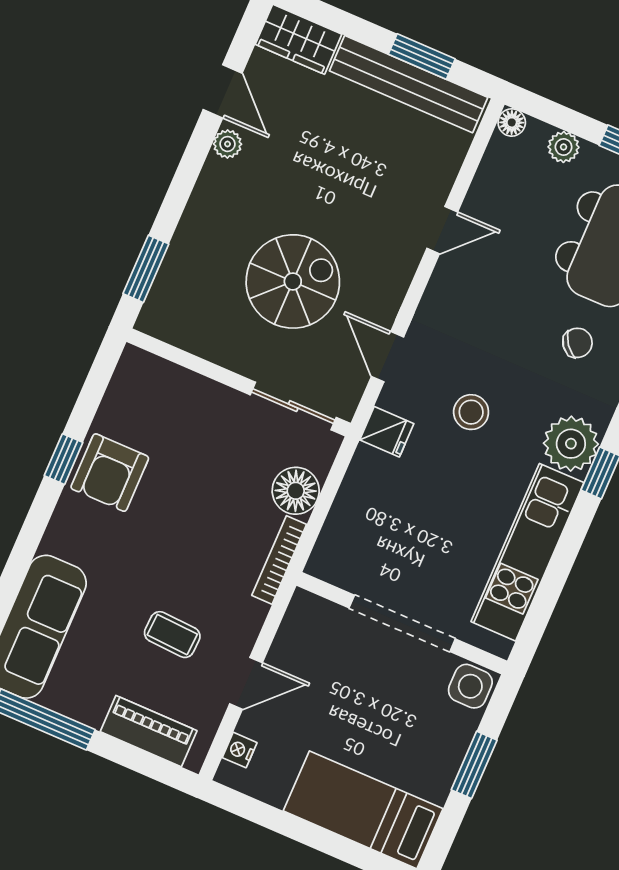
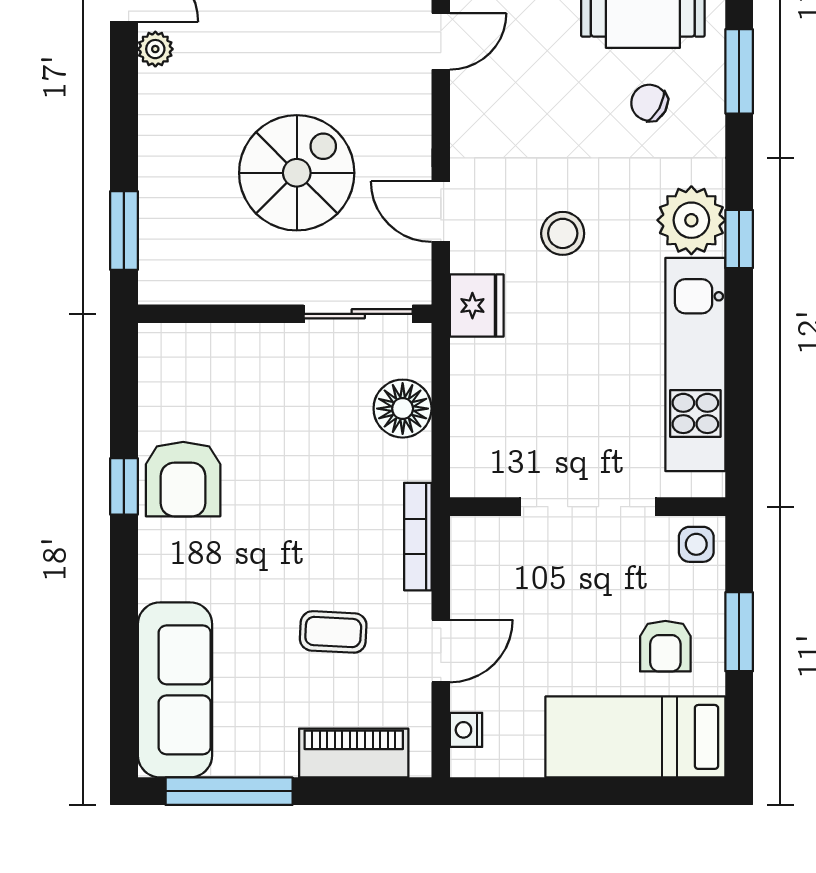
chair: (577, 343) -> (649, 103), turned -113
fridge: (387, 432) -> (477, 306), width x1.38
bookcase: (279, 560) -> (418, 537), moved
side table: (470, 686) -> (696, 544), width x0.73, depth x0.73
armchair: (415, 752) -> (665, 646), added

